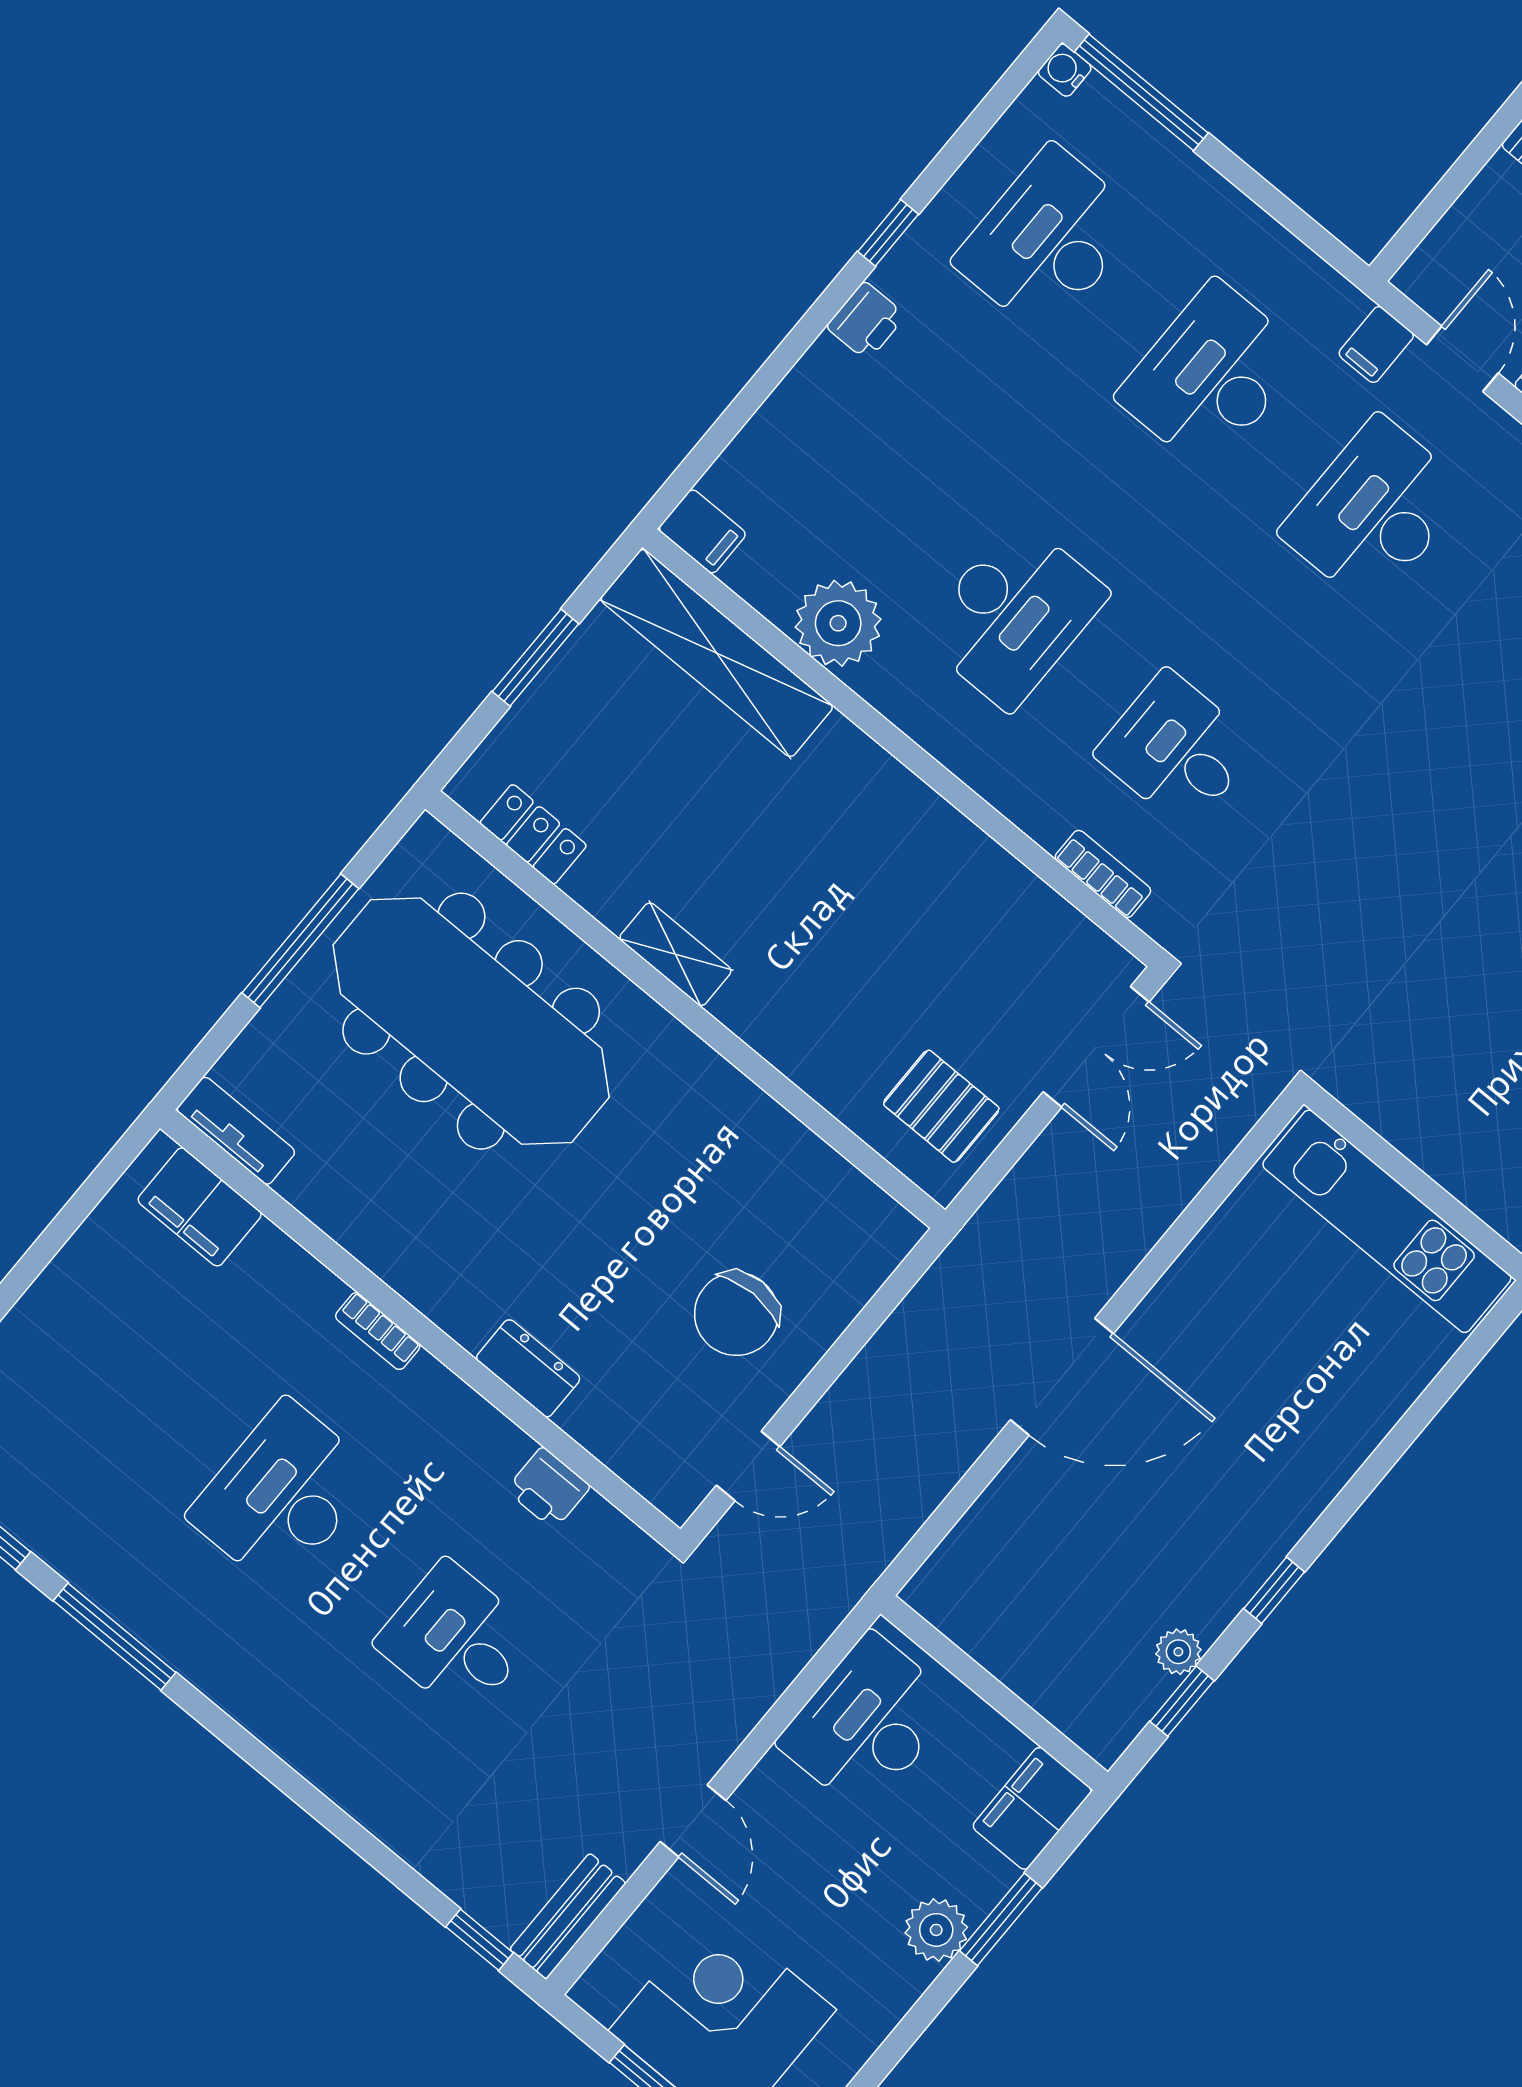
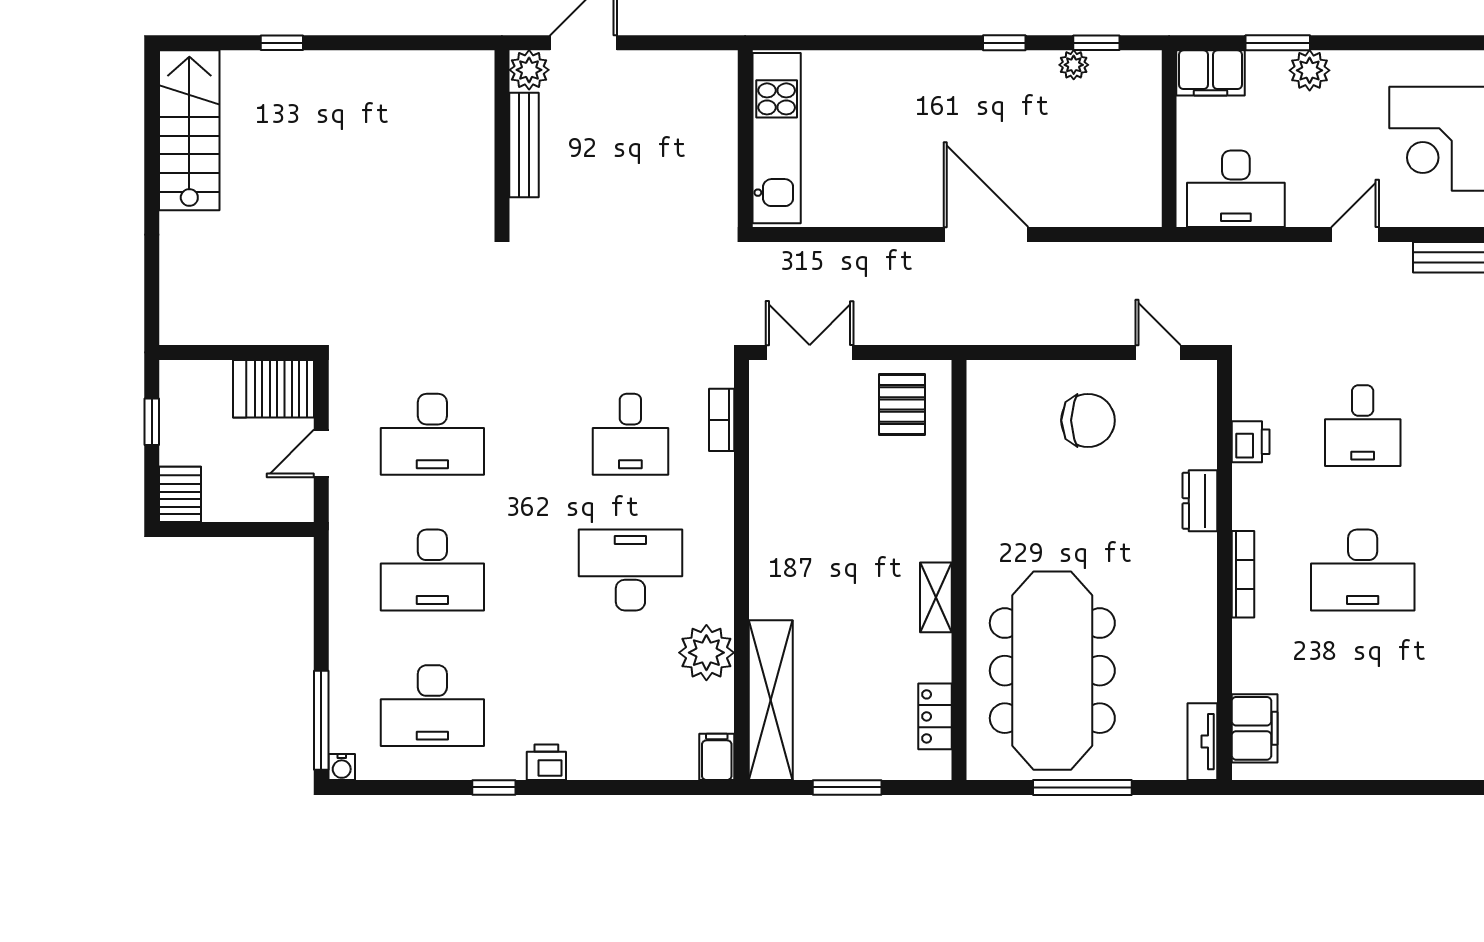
filing cabinet: (1376, 345) -> (349, 502), removed
bookcase: (378, 1331) -> (1243, 574), width x1.56

